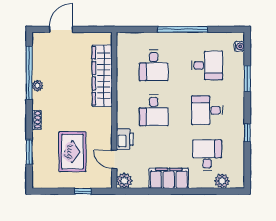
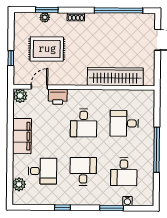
water cooler: (239, 46) -> (127, 201), moved
plant: (37, 86) -> (45, 17), moved
desk: (154, 110) -> (84, 123), turned -90

